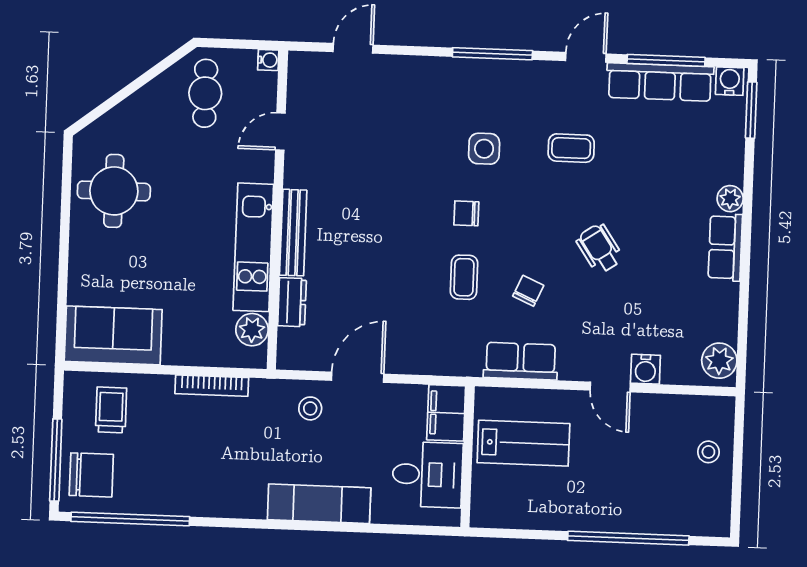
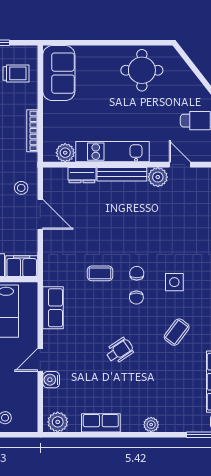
coffee table: (571, 148) -> (177, 332), turned 37
plant: (301, 170) -> (158, 177), added
row of seats: (725, 247) -> (101, 423), moved
chair: (528, 291) -> (136, 298), moved, turned 66

